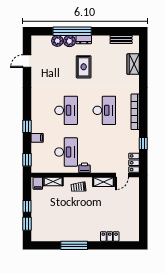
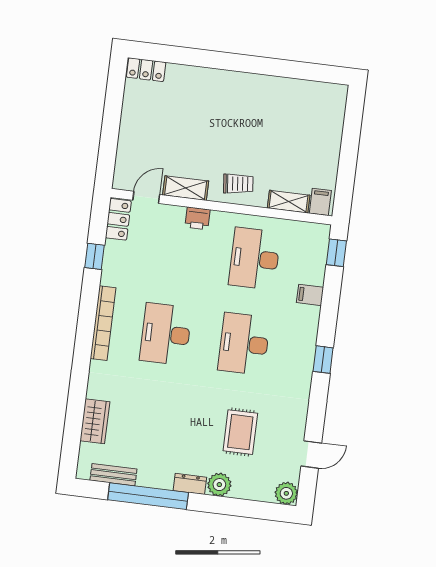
window: (72, 31) -> (148, 496), moved
plant: (57, 41) -> (286, 493), moved
rug: (84, 67) -> (240, 432), moved
window: (27, 126) -> (323, 360), moved
printer: (84, 168) -> (197, 218), moved
window: (27, 206) -> (348, 157), removed
window: (27, 224) -> (353, 122), removed
locker: (110, 236) -> (146, 70), moved
window: (74, 245) -> (262, 66), removed

